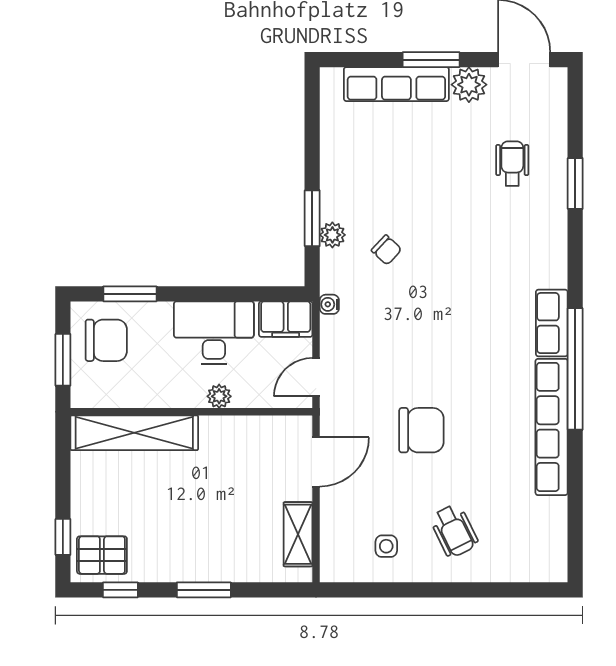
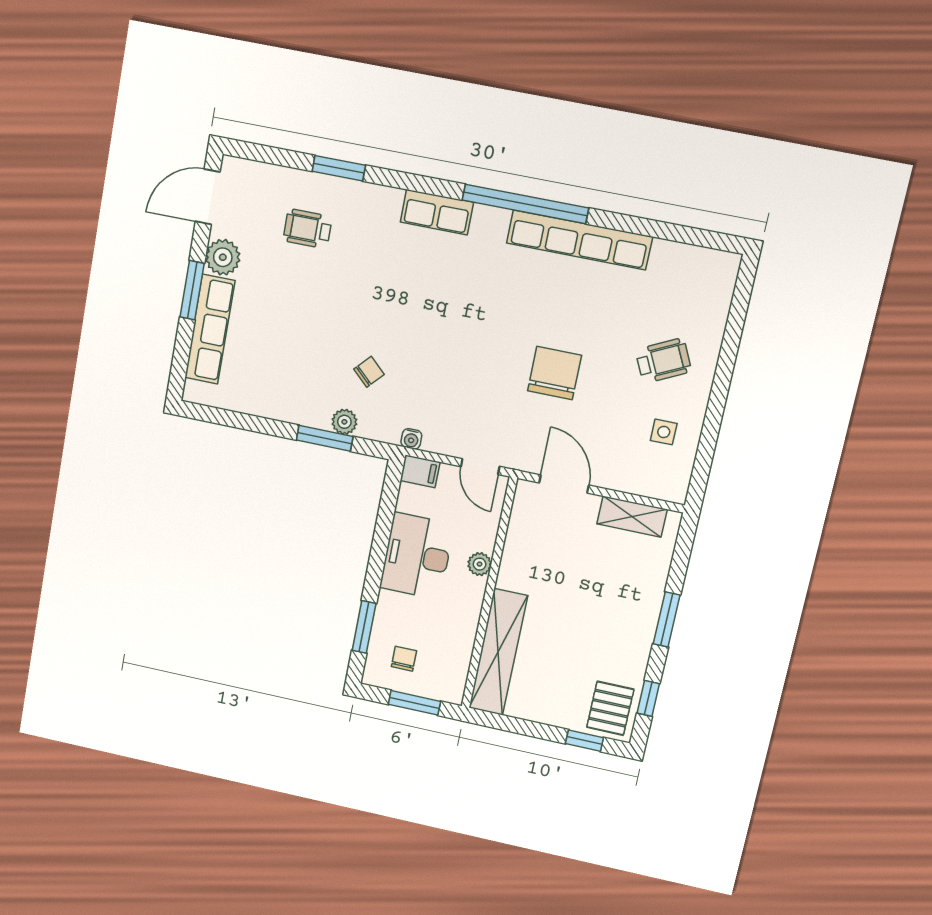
filing cabinet: (286, 319) -> (420, 471), width x0.50
row of seats: (552, 323) -> (437, 212), moved
chair: (106, 340) -> (404, 659), width x0.54, depth x0.54

